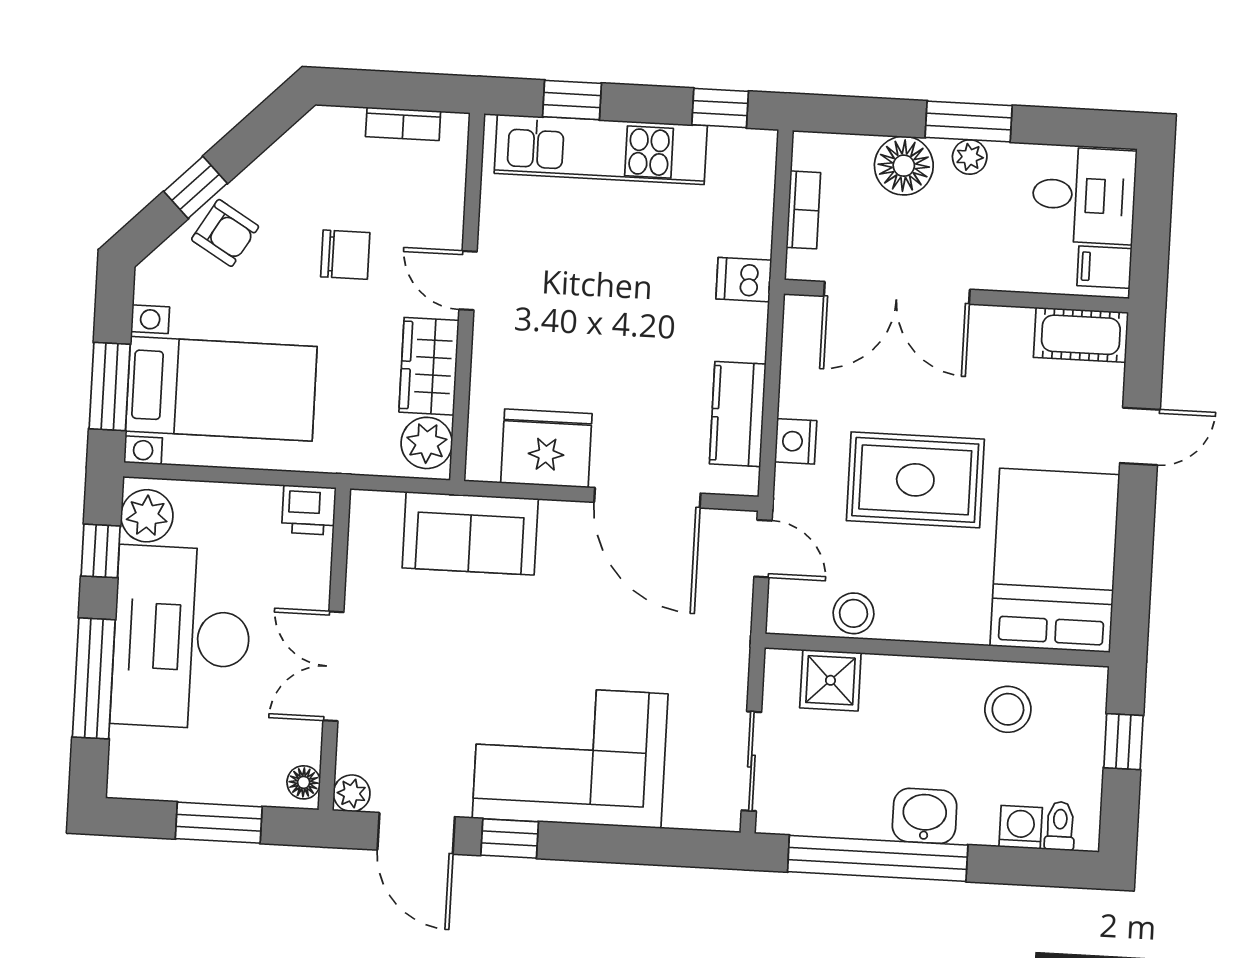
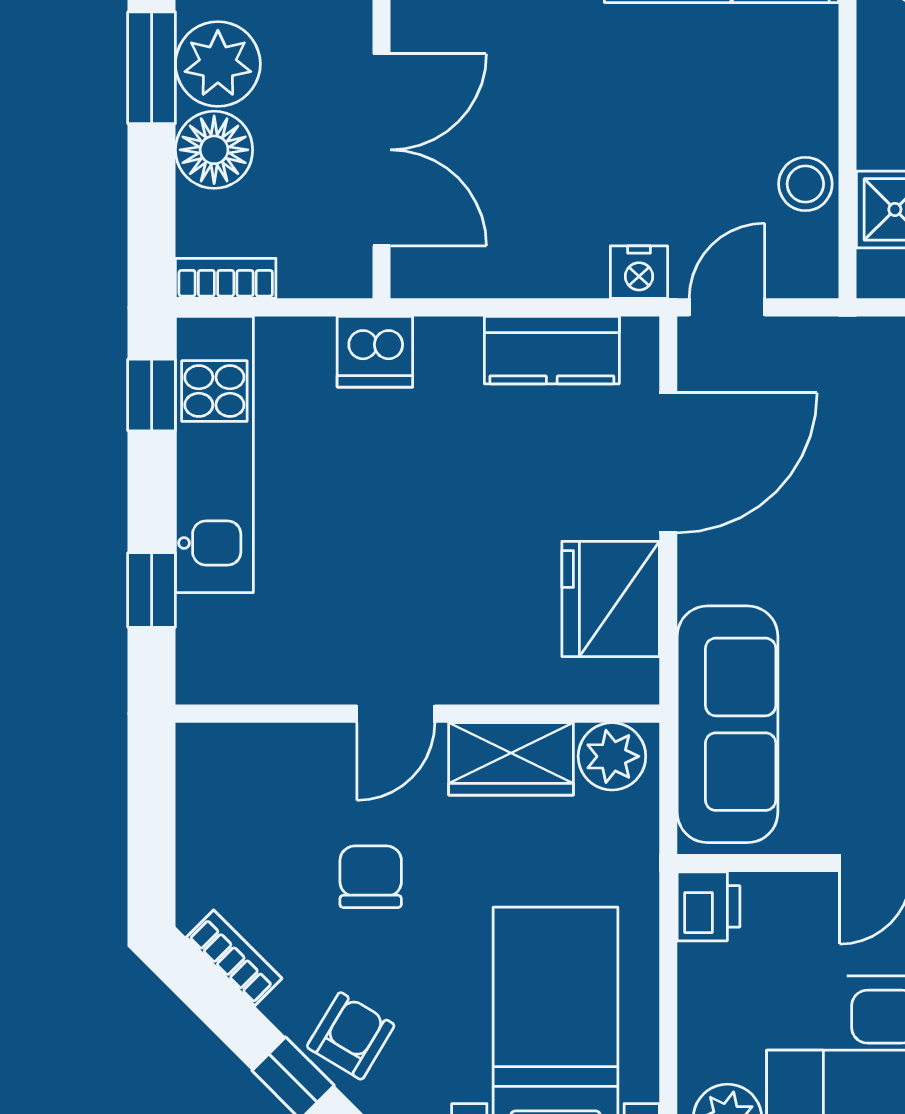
bookcase: (403, 124) -> (234, 958), moved, turned -45
kitchen unit: (601, 149) -> (214, 455), moved
plant: (970, 157) -> (218, 64), width x1.88, depth x1.88
bookcase: (803, 210) -> (226, 278), moved
dishwasher: (744, 280) -> (375, 352), width x1.38
nightstand: (796, 441) -> (639, 272), moved
rug: (915, 480) -> (626, 112), removed
sofa: (470, 533) -> (728, 724), width x1.36

